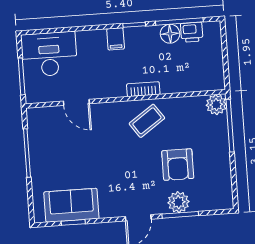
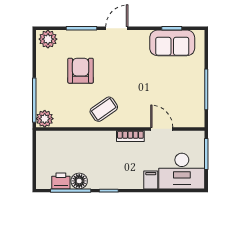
filing cabinet: (116, 39) -> (151, 180), moved
bookcase: (143, 89) -> (130, 136), moved
plant: (178, 202) -> (48, 39), moved

